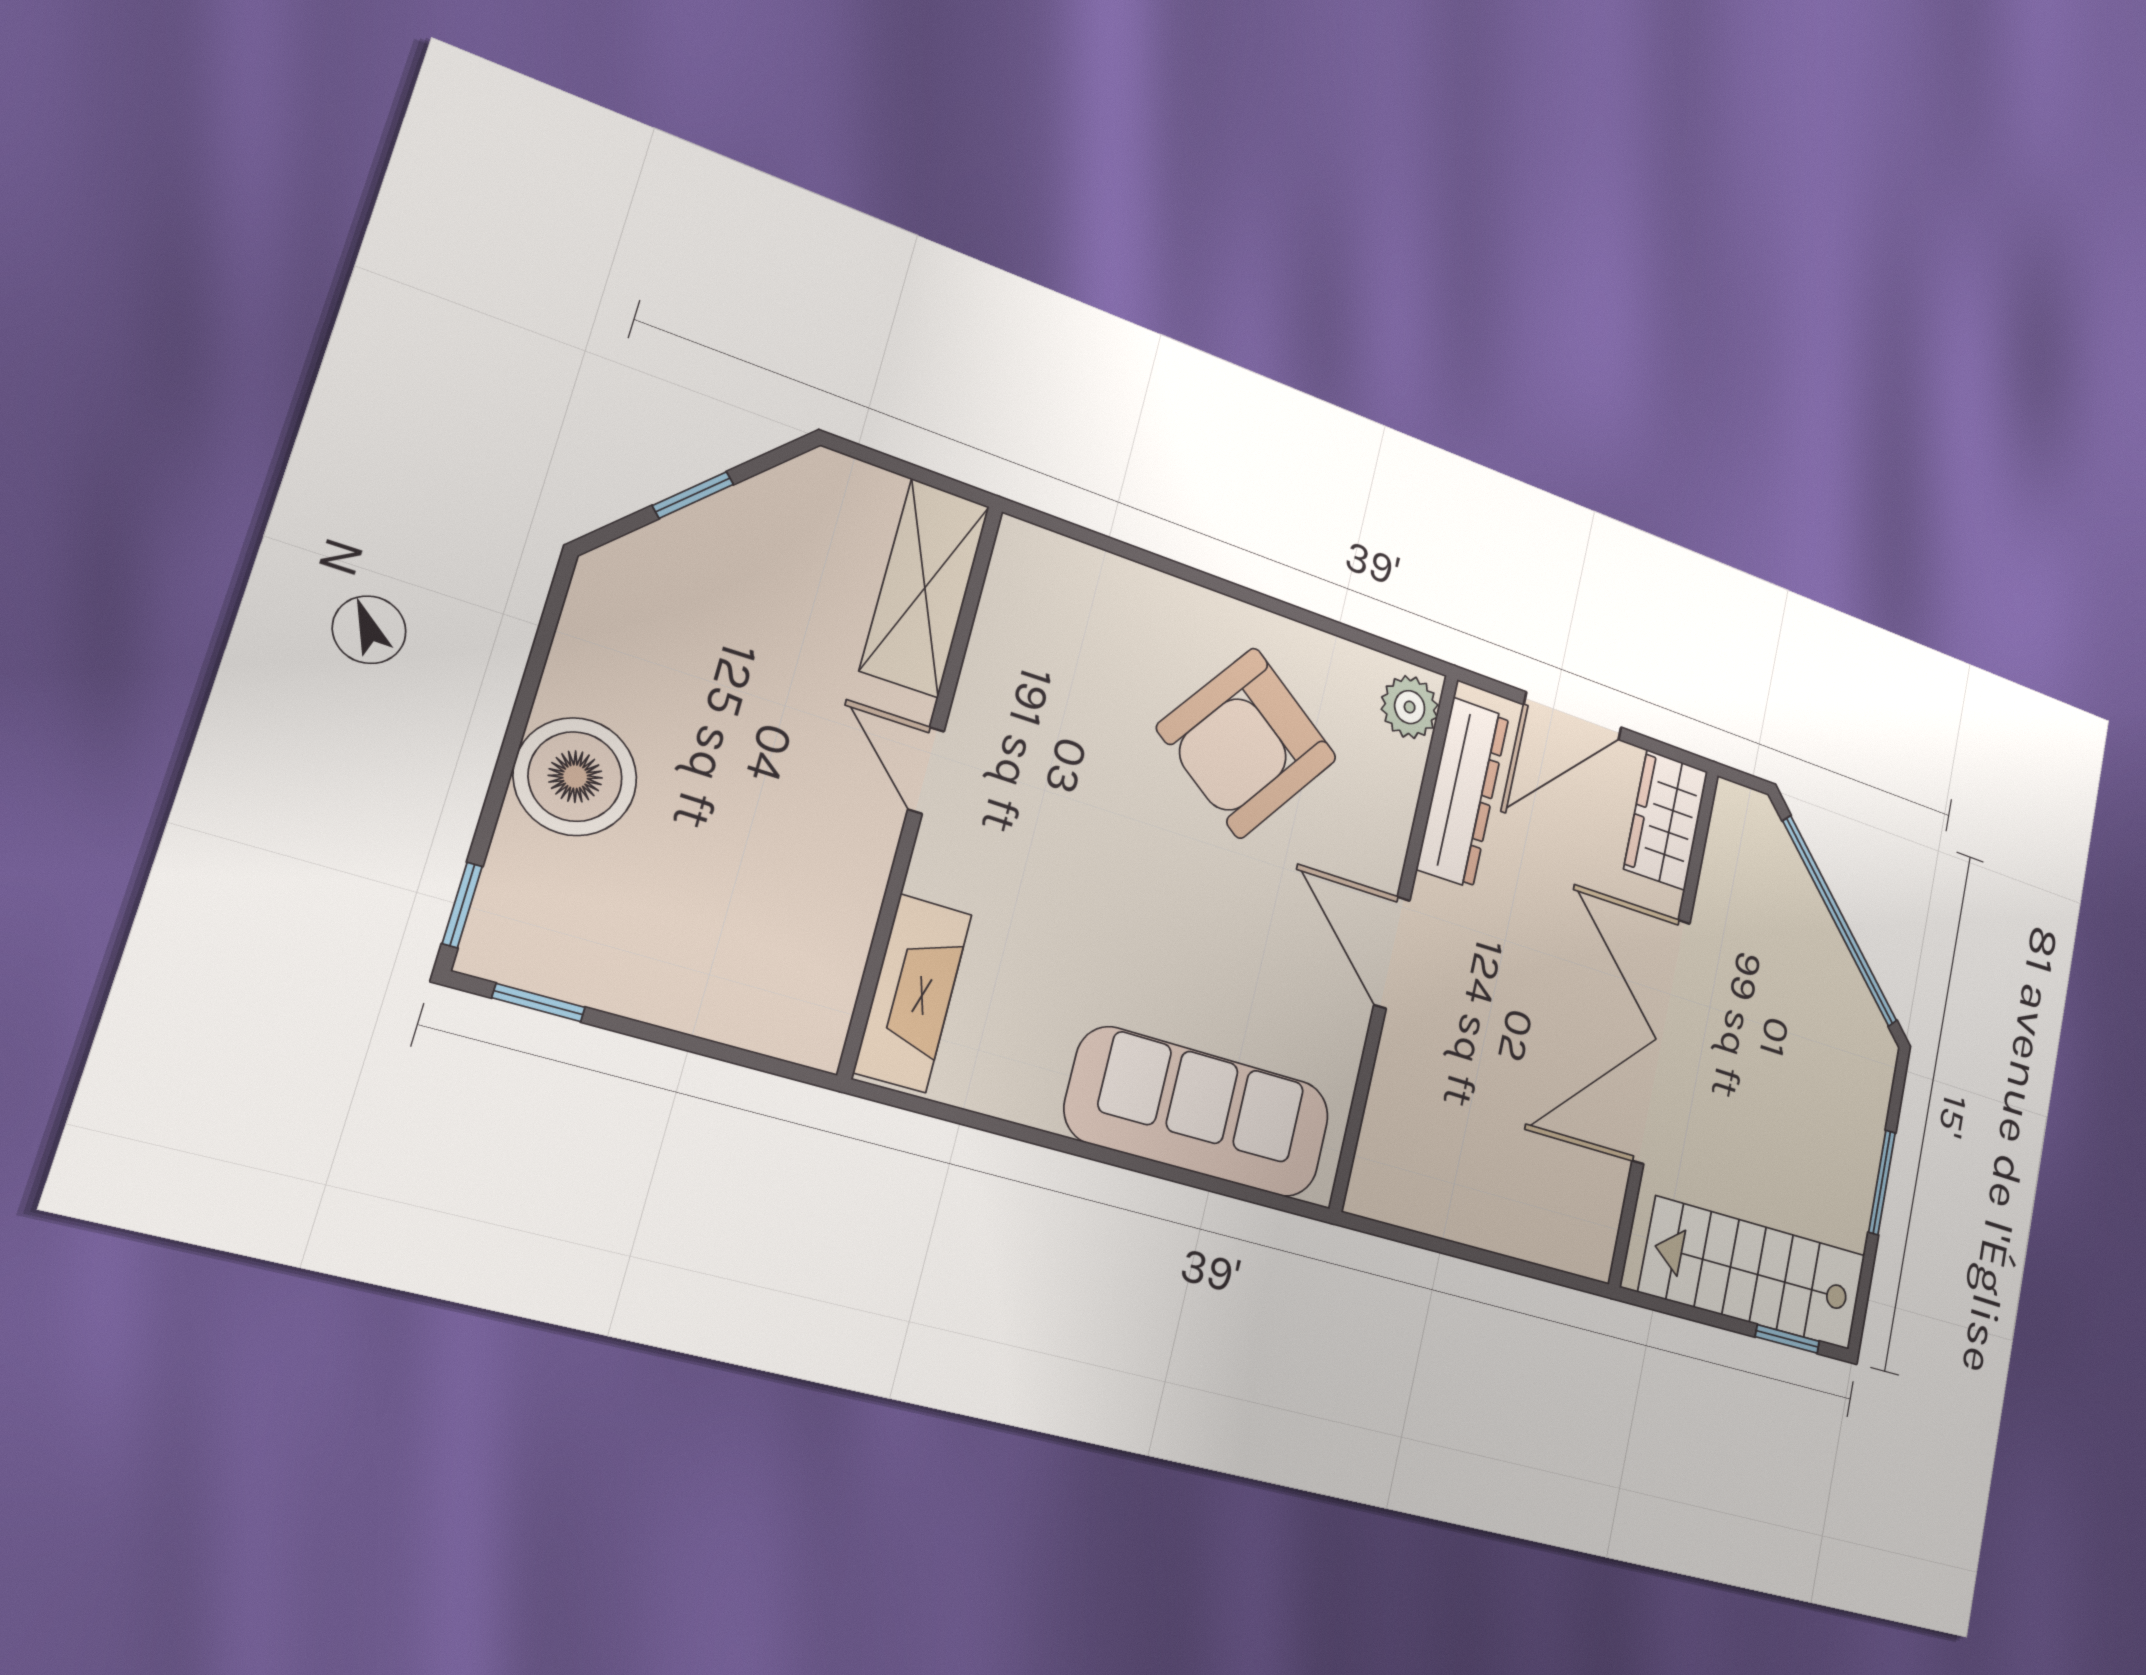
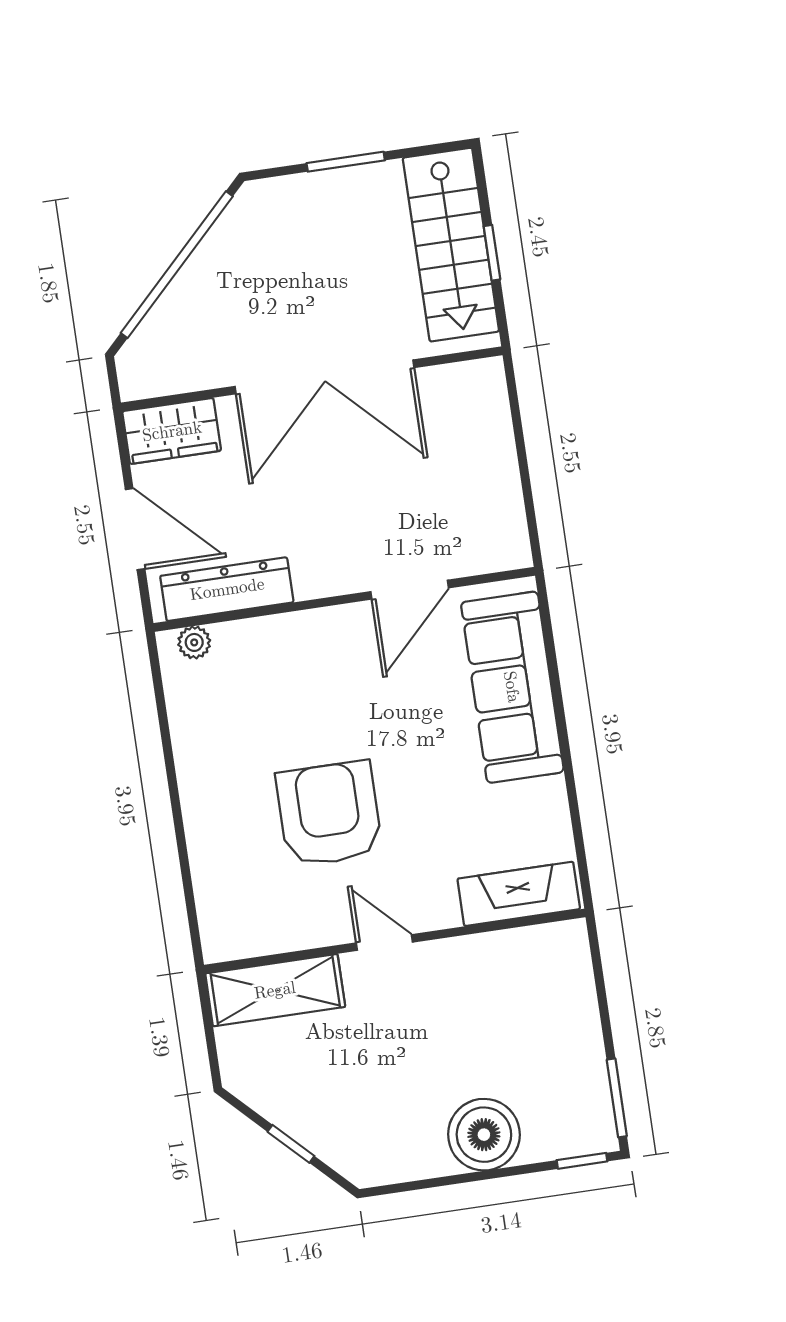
plant: (1410, 707) -> (194, 642), width x0.73, depth x0.73
armchair: (1247, 743) -> (329, 814), moved, turned -126
door: (926, 770) -> (384, 942), swing flipped
door: (1392, 952) -> (410, 590), moved
window: (539, 1003) -> (617, 1098), width x1.50
window: (1787, 1339) -> (492, 253), moved

